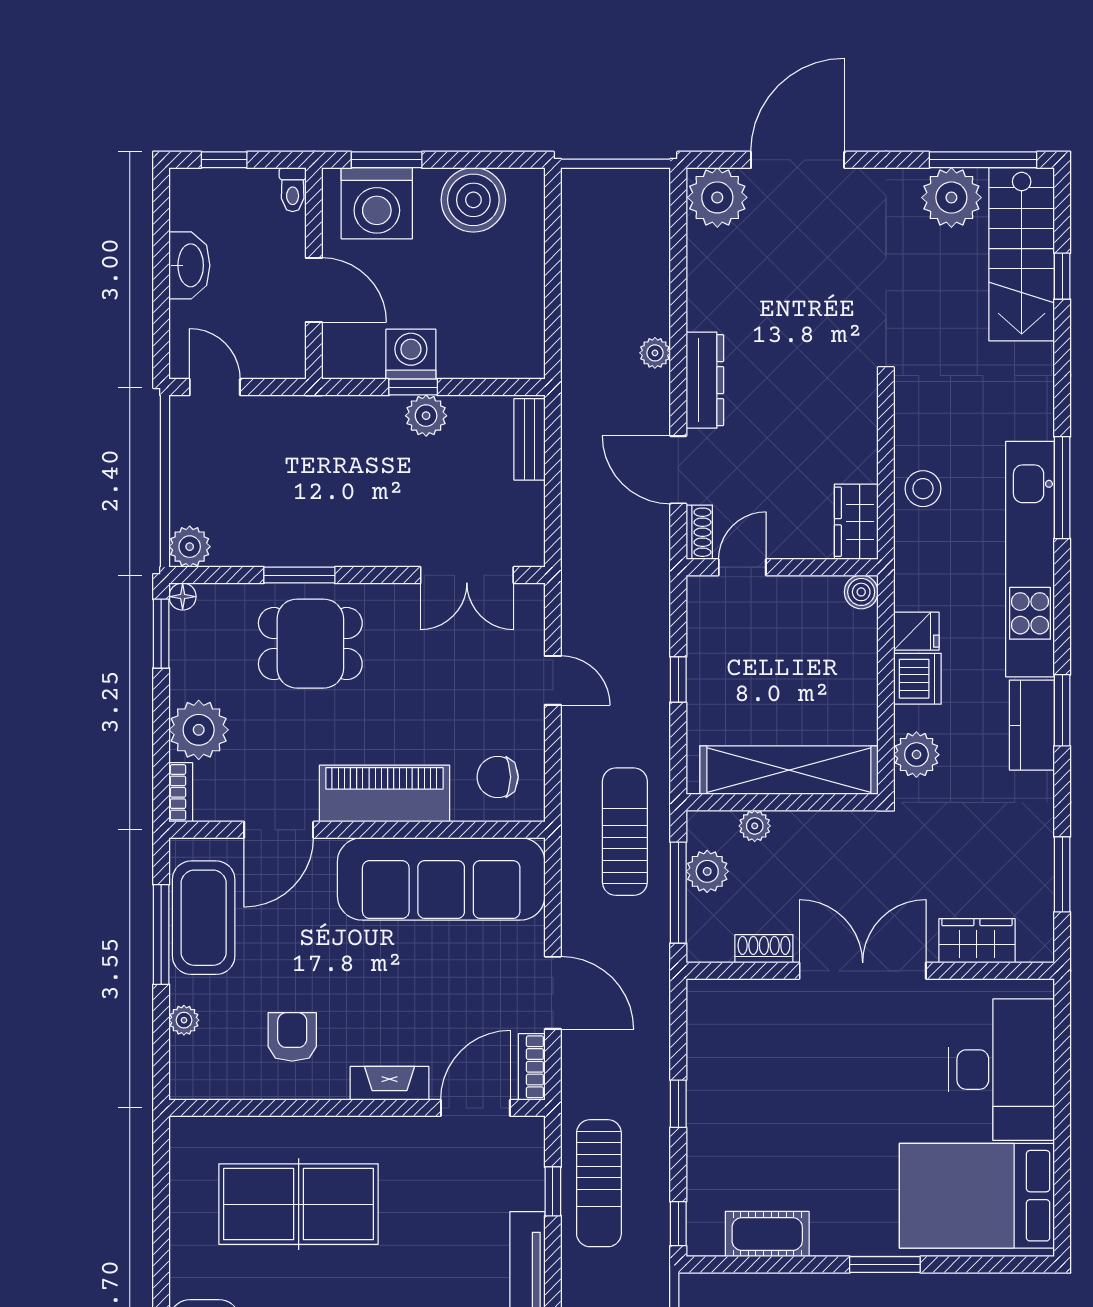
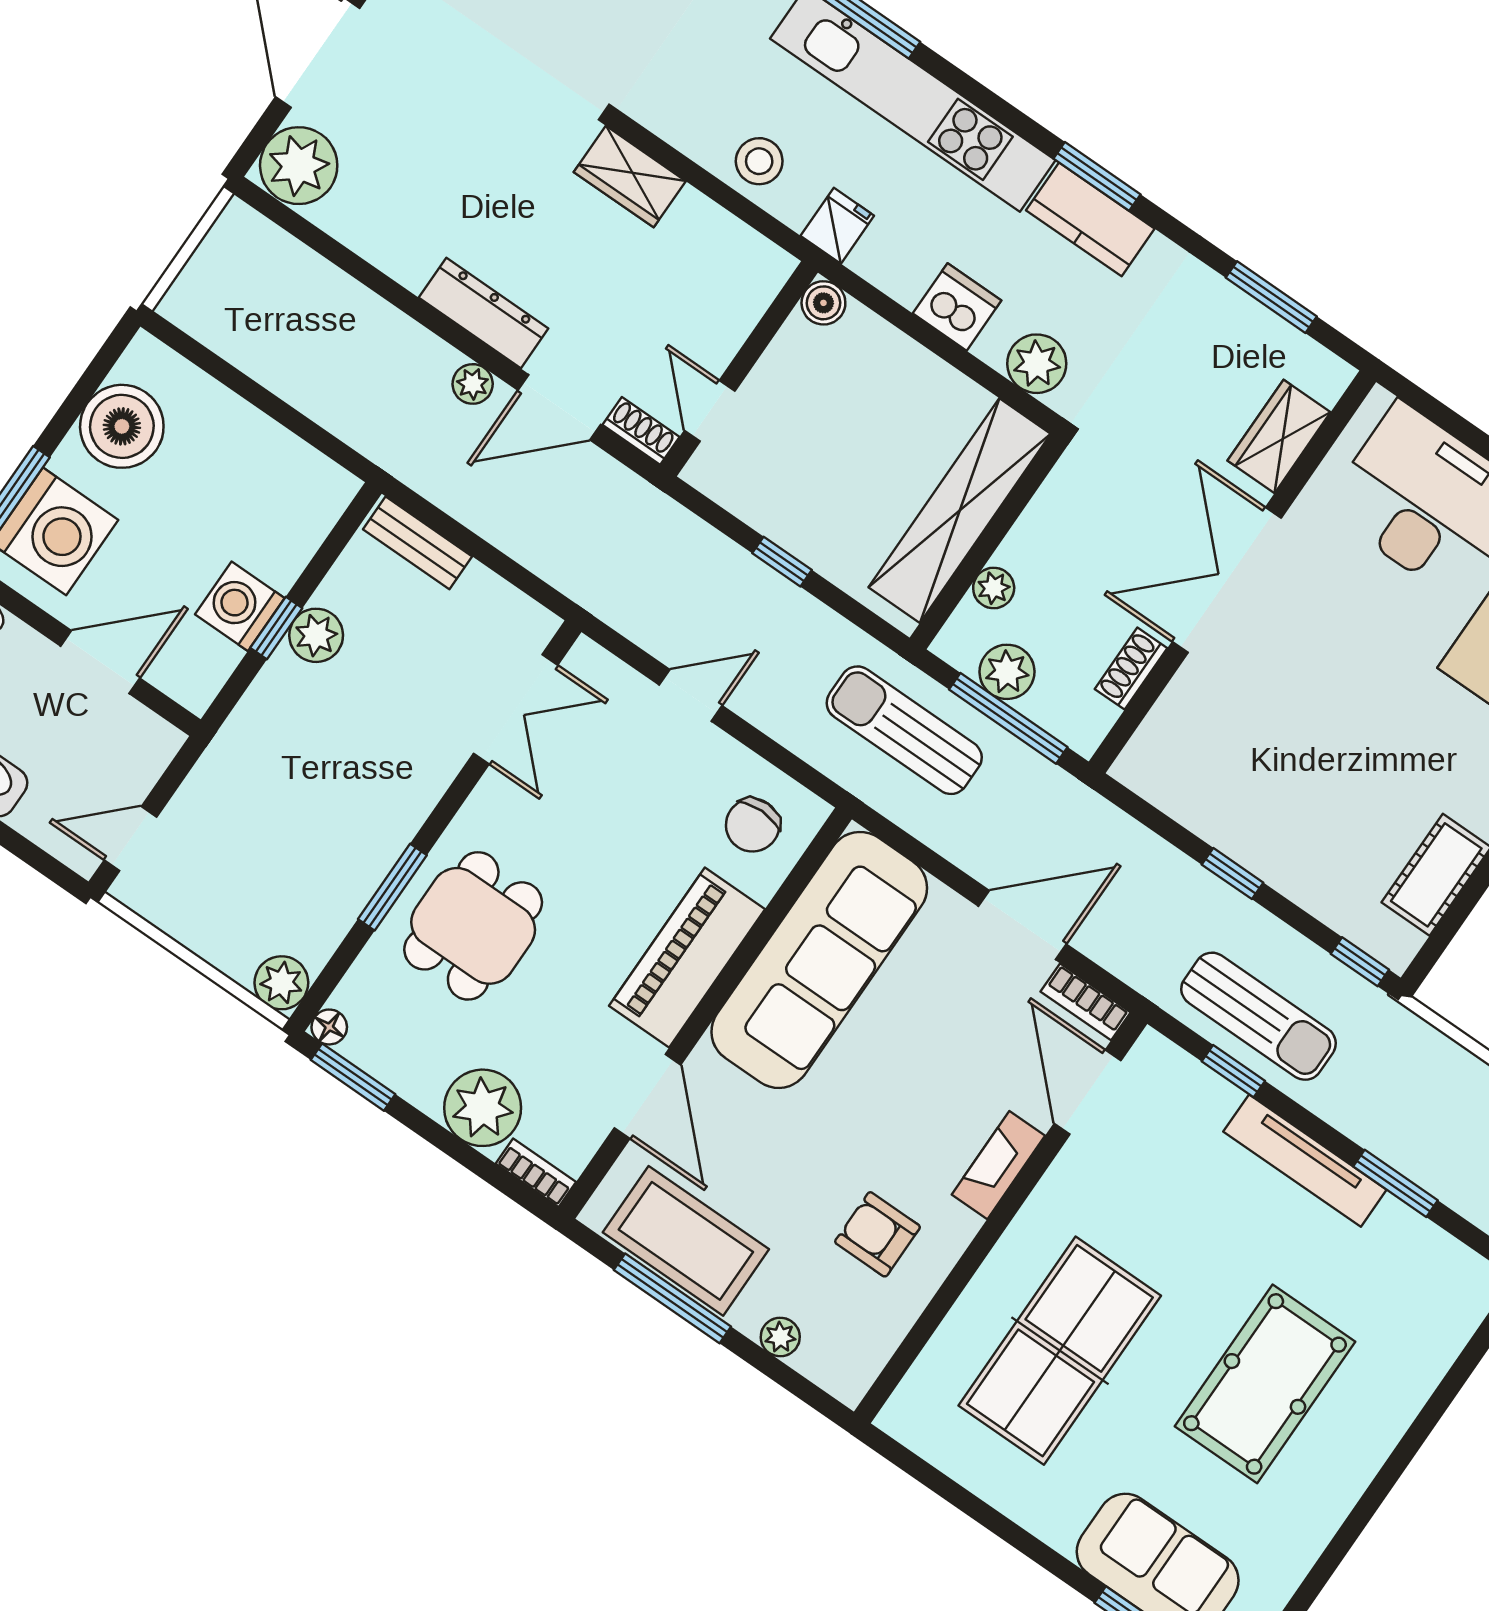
plant: (655, 353) -> (473, 384), moved
wardrobe: (856, 522) -> (630, 177), moved
fridge: (916, 631) -> (837, 226), moved

